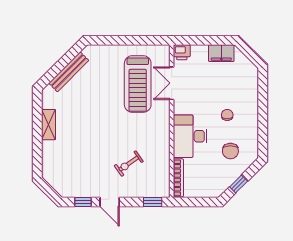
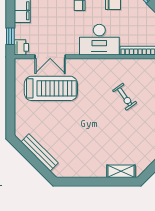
window: (194, 40) -> (10, 36), added
shelving: (49, 125) -> (121, 171), moved

